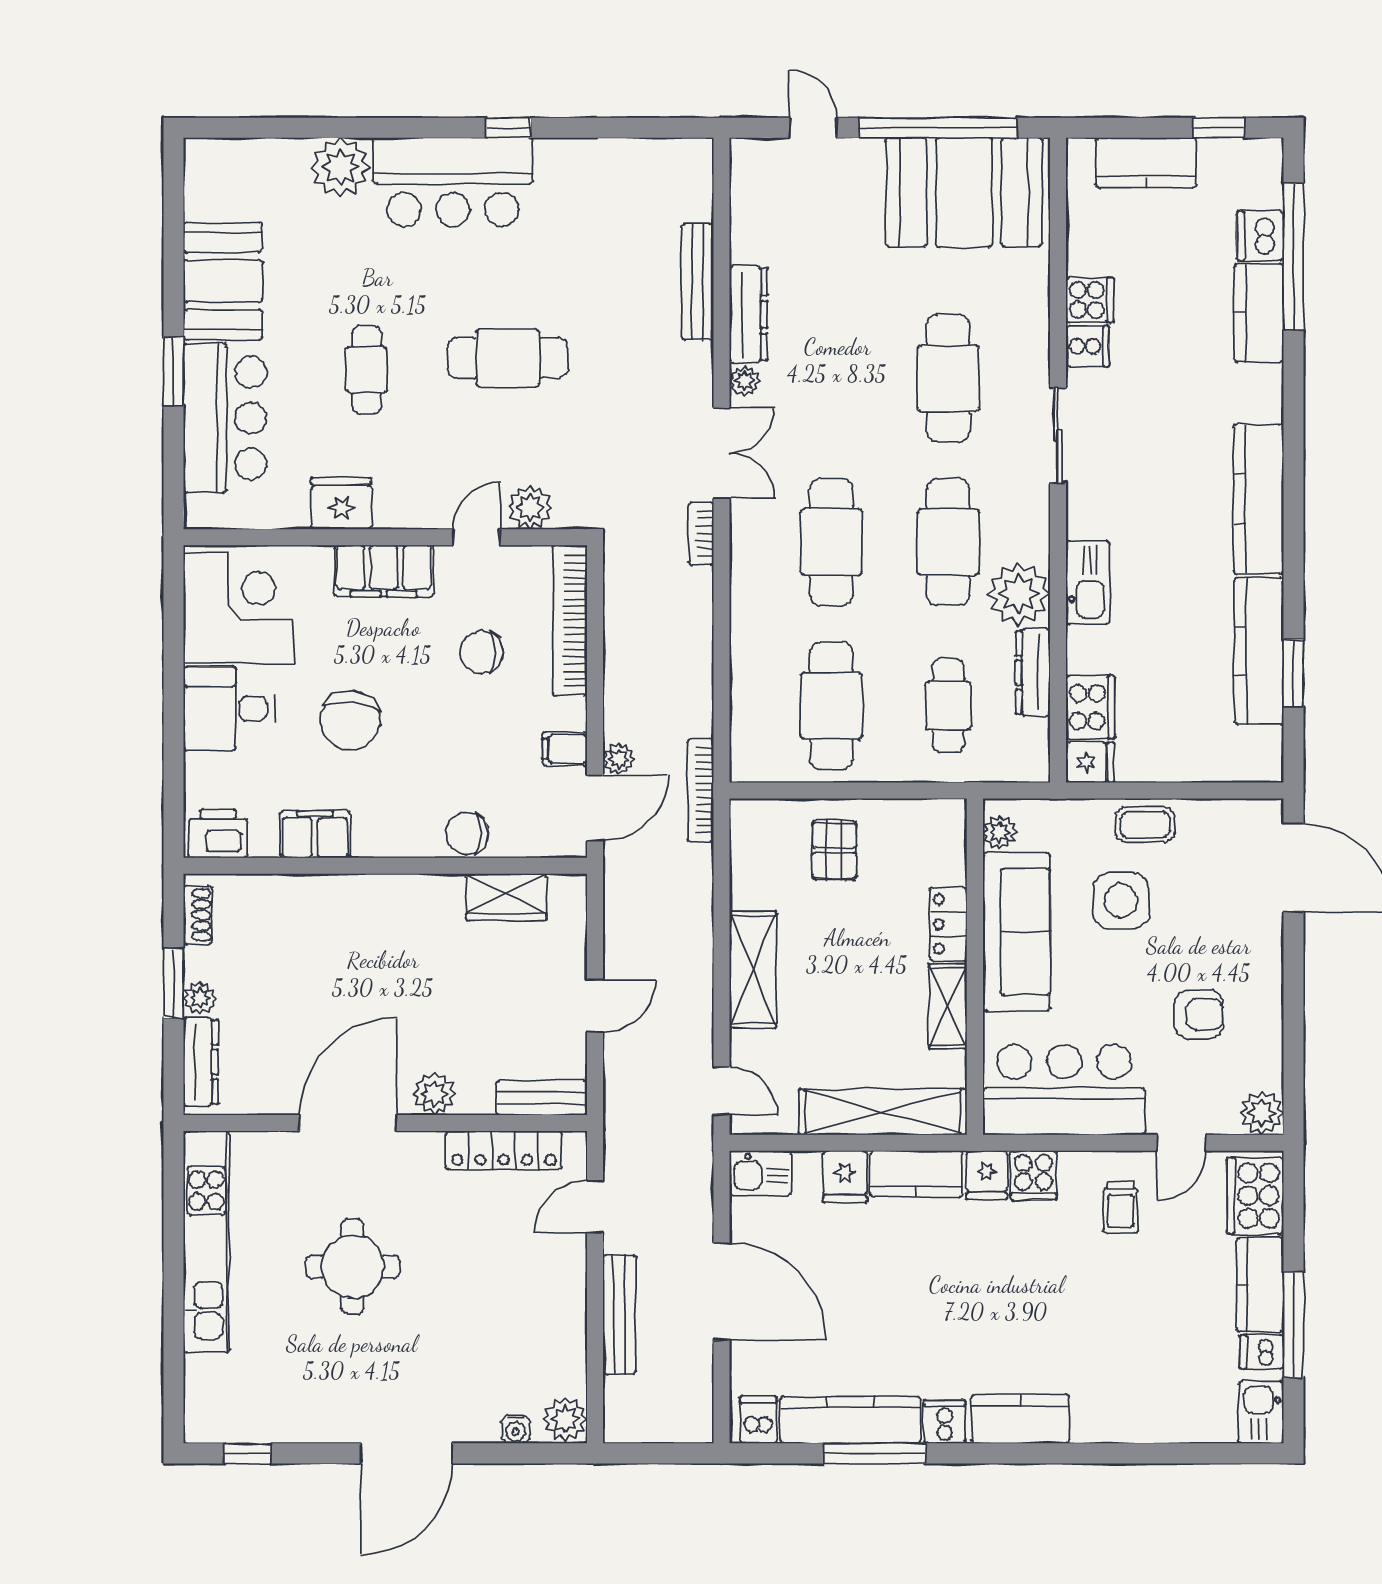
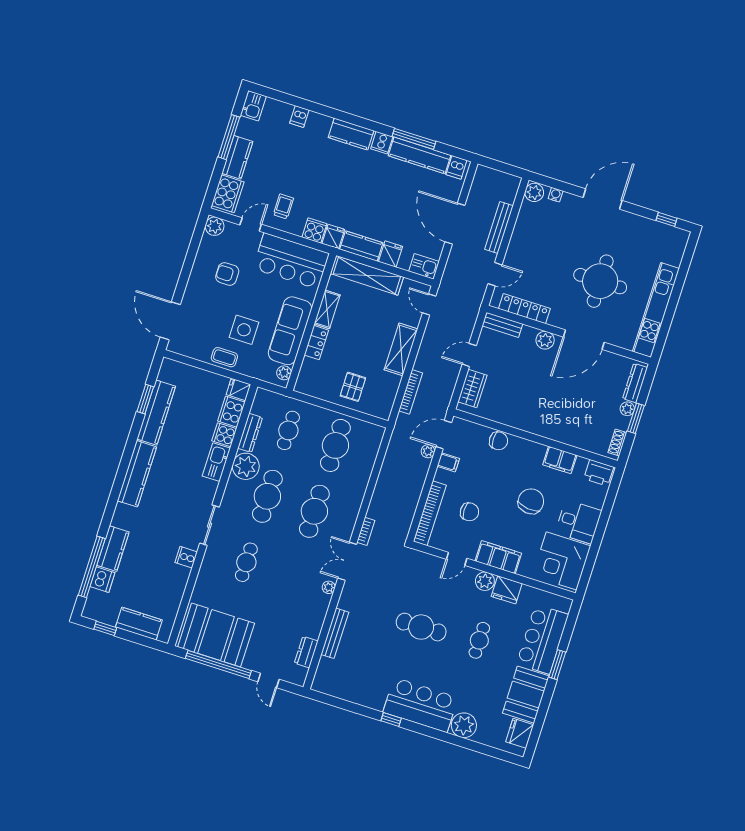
fridge: (209, 189) -> (520, 733), added
cooker: (1090, 300) -> (224, 435), moved
dresser: (748, 314) -> (306, 652), moved, width x0.70
cafe table: (948, 378) -> (246, 562), width x0.73, depth x0.74
plant: (530, 507) -> (485, 581), moved
bookcase: (700, 790) -> (411, 392), moved
wardrobe: (506, 897) -> (472, 388), moved, turned 90
round table: (353, 1267) -> (600, 281), width x1.36, depth x1.36
dishwasher: (1262, 1352) -> (299, 116), moved, turned 90

